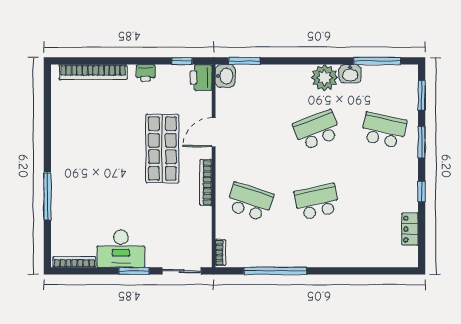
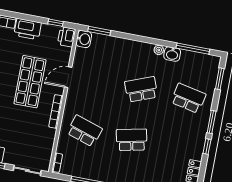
printer: (146, 73) -> (28, 29), width x1.87, depth x1.48
plant: (325, 78) -> (159, 50), width x0.53, depth x0.53
window: (422, 142) -> (212, 122), moved

